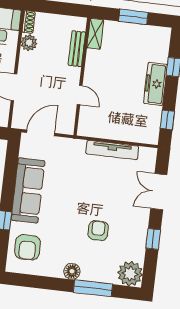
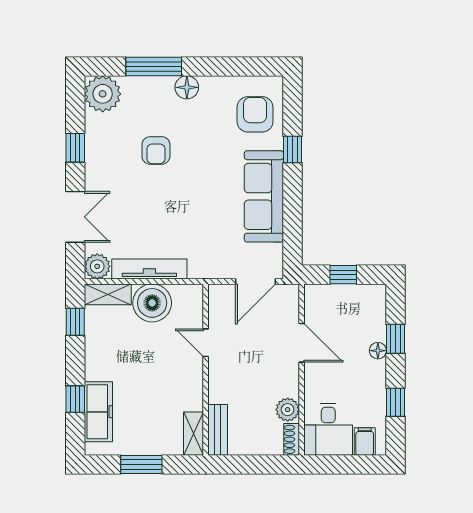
bench: (77, 49) -> (218, 430), moved
freezer: (155, 84) -> (98, 412), moved
boiler: (113, 127) -> (152, 303), added
shelving: (143, 136) -> (108, 294), added
plant: (148, 156) -> (97, 266), added

